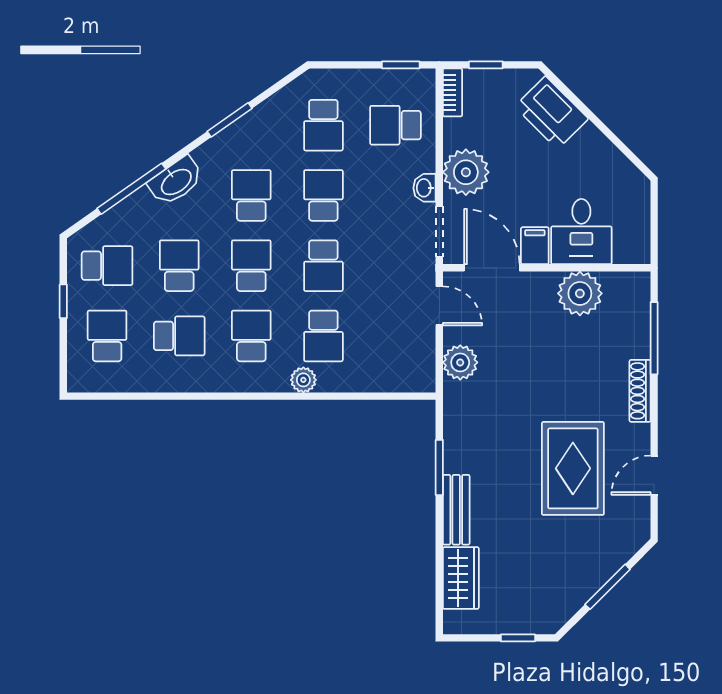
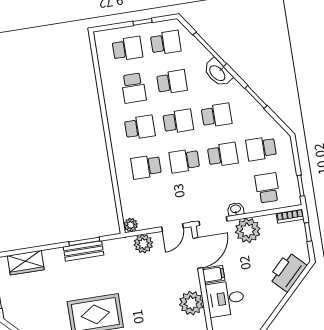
school desk: (107, 266) -> (166, 43), turned -90
plant: (303, 380) -> (131, 225), moved
bench: (456, 510) -> (84, 251), moved

